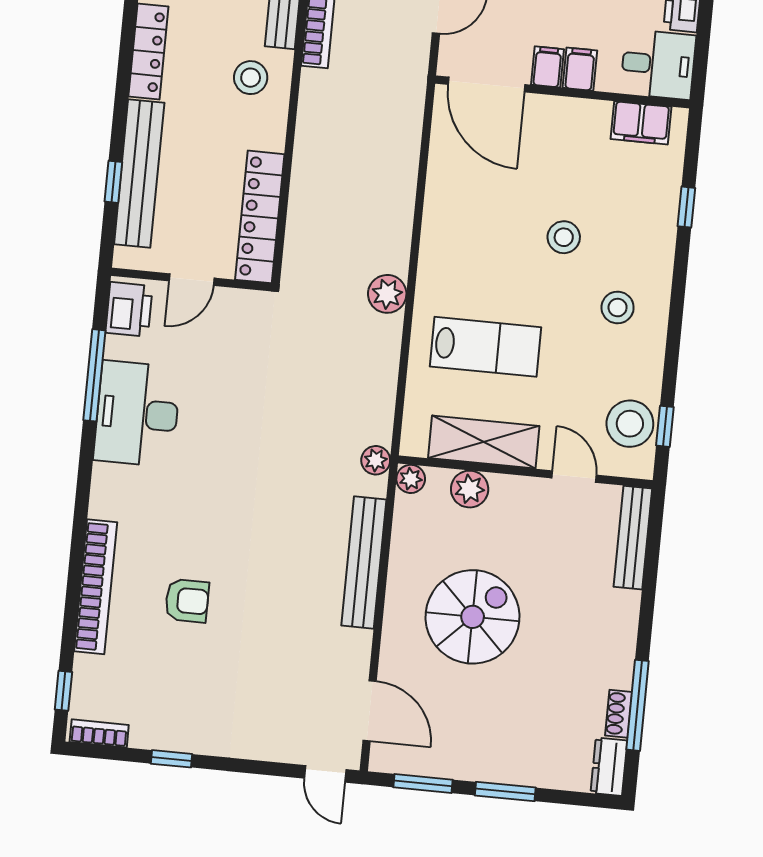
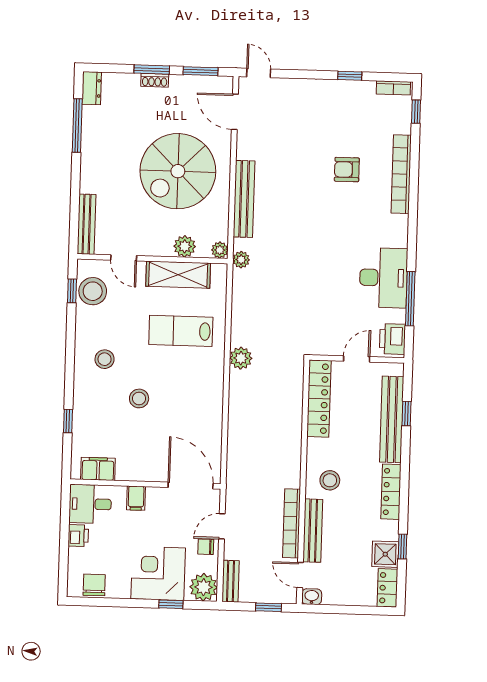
filing cabinet: (547, 67) -> (155, 498), removed
spiral stairs: (473, 617) -> (178, 171), width x1.37, depth x1.37
shoe rack: (619, 714) -> (155, 80), moved, turned 90

